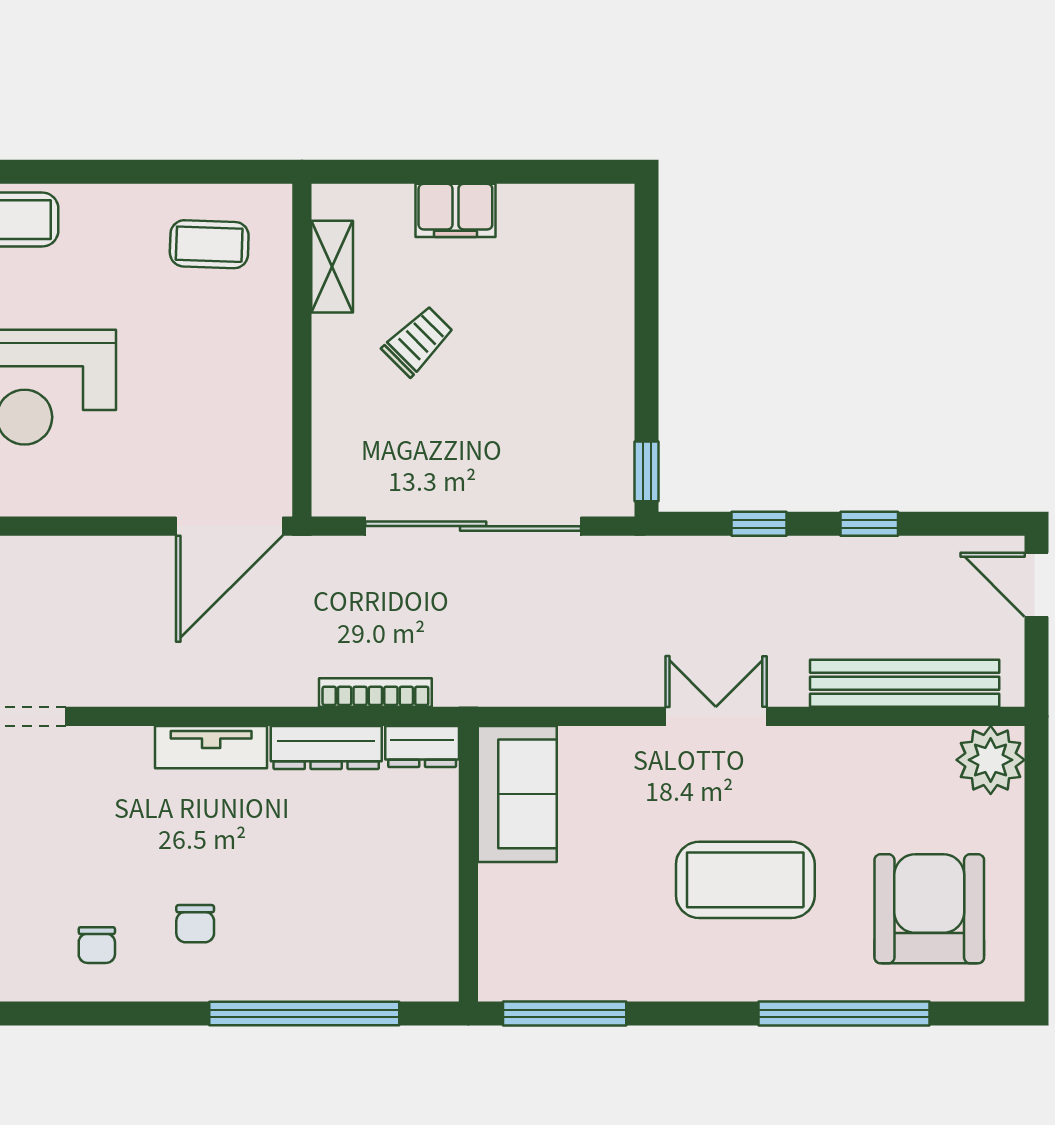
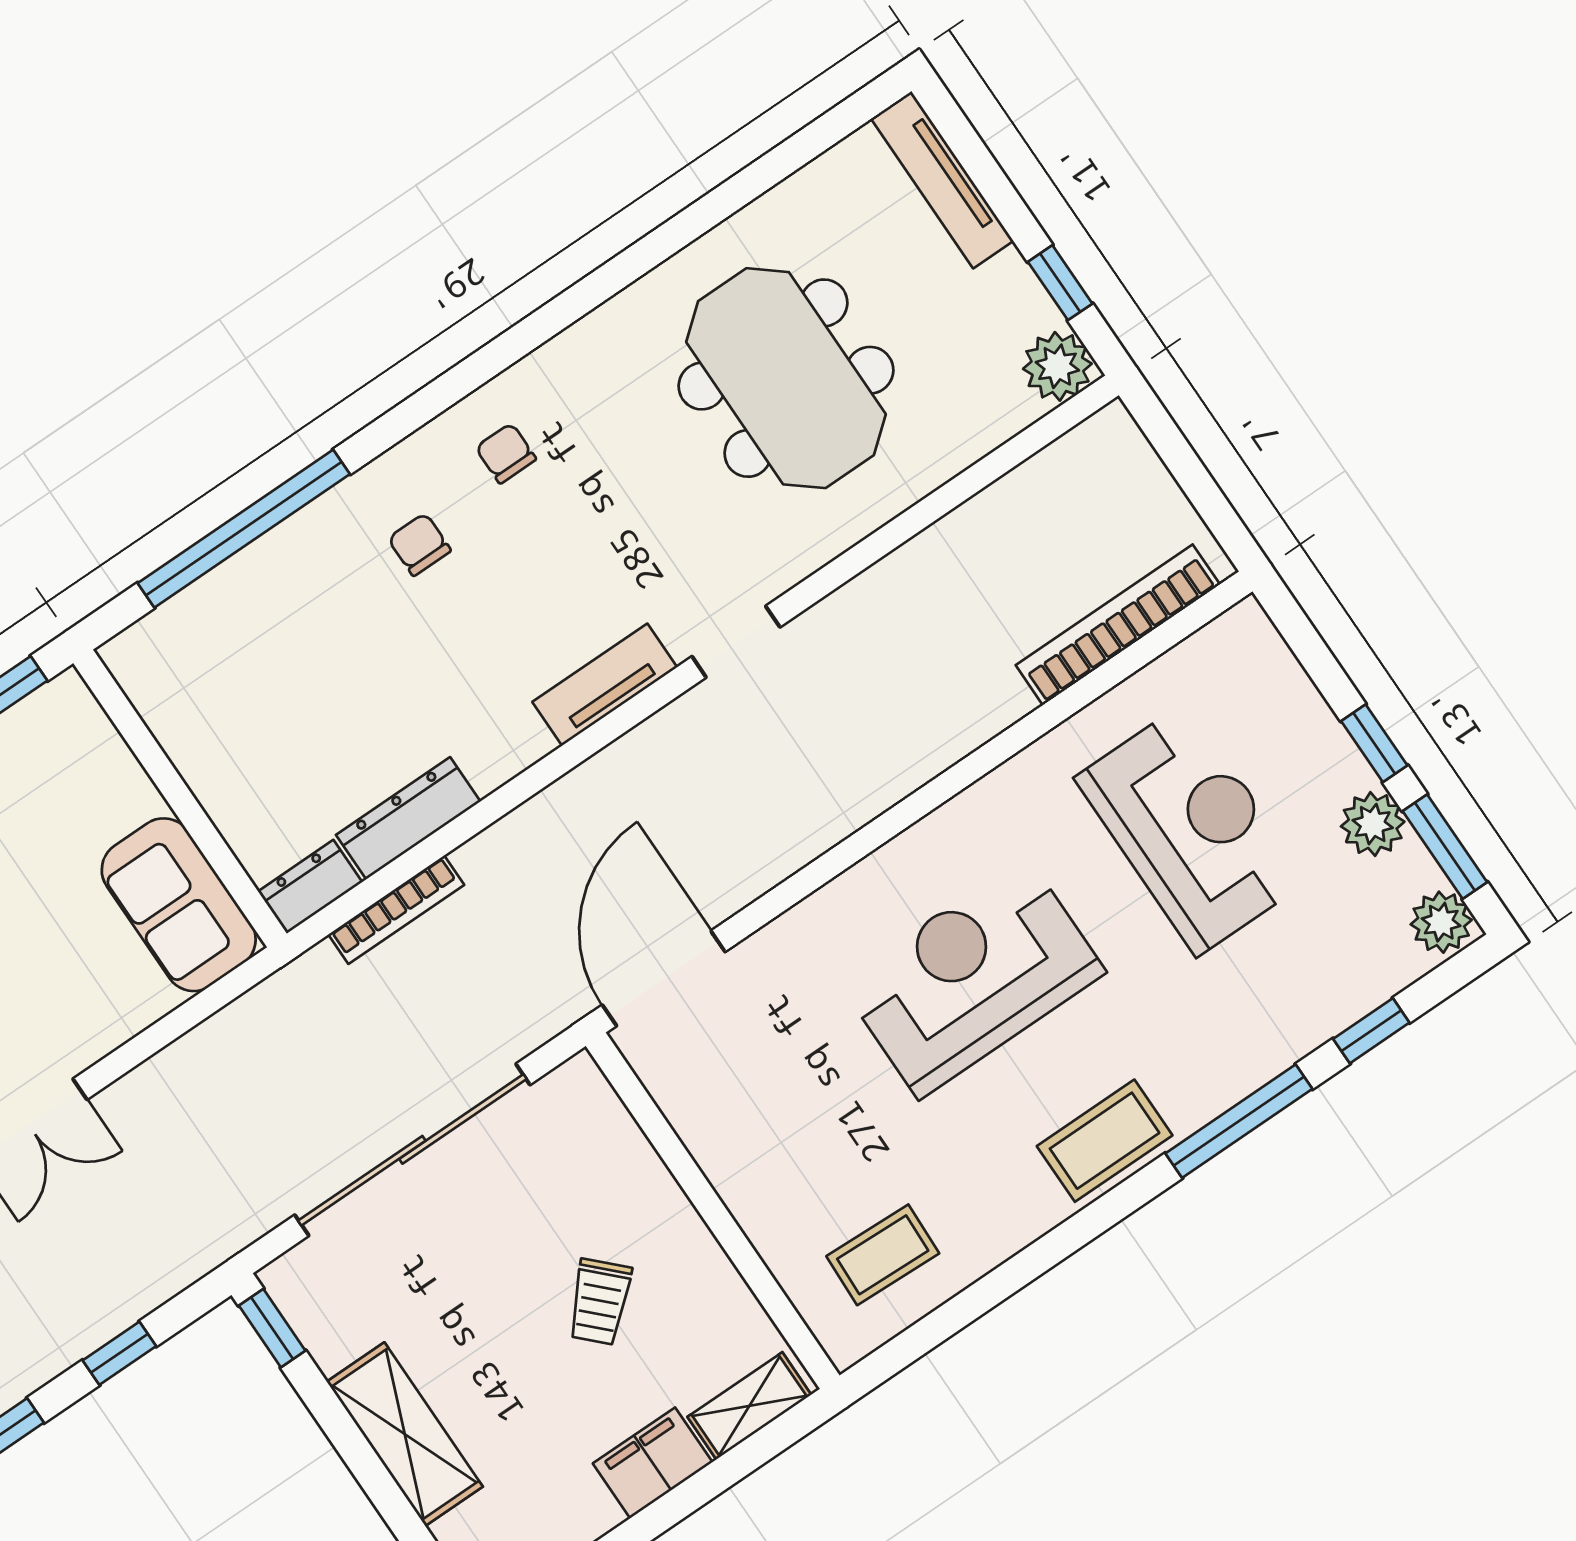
shelving: (332, 267) -> (749, 1406), moved, turned 90
shelving: (607, 341) -> (405, 1434), added
tv unit: (211, 747) -> (605, 685), moved

